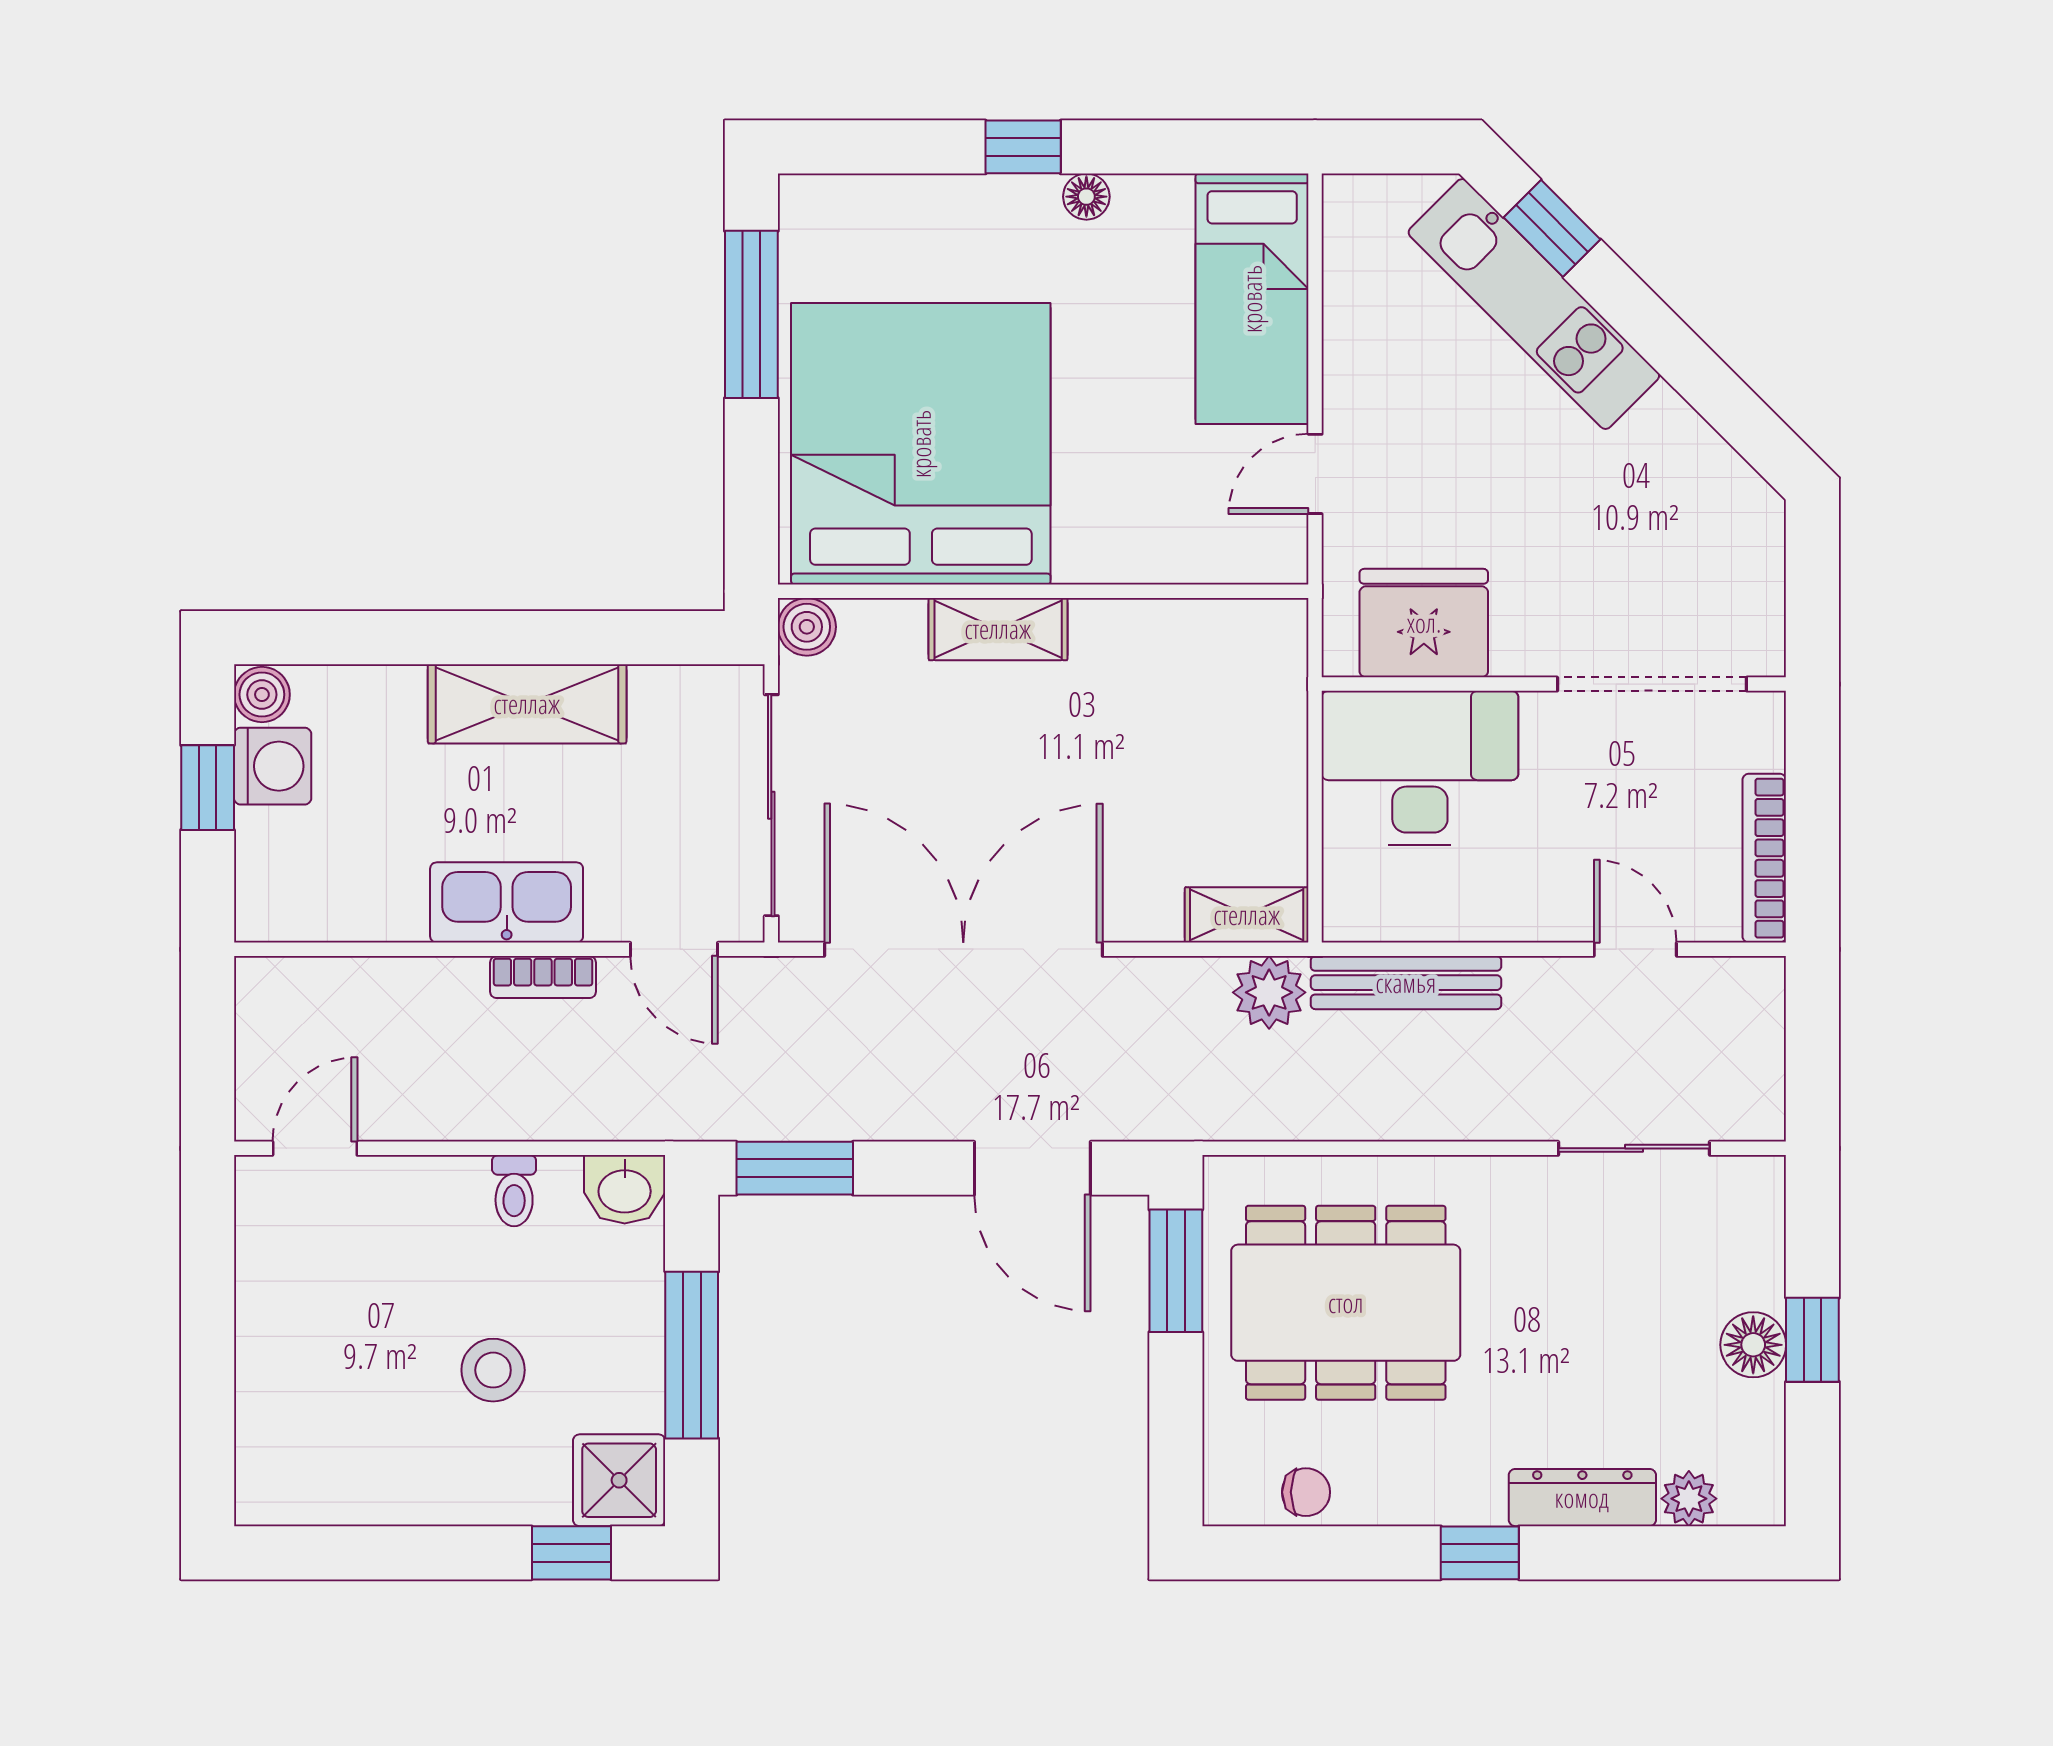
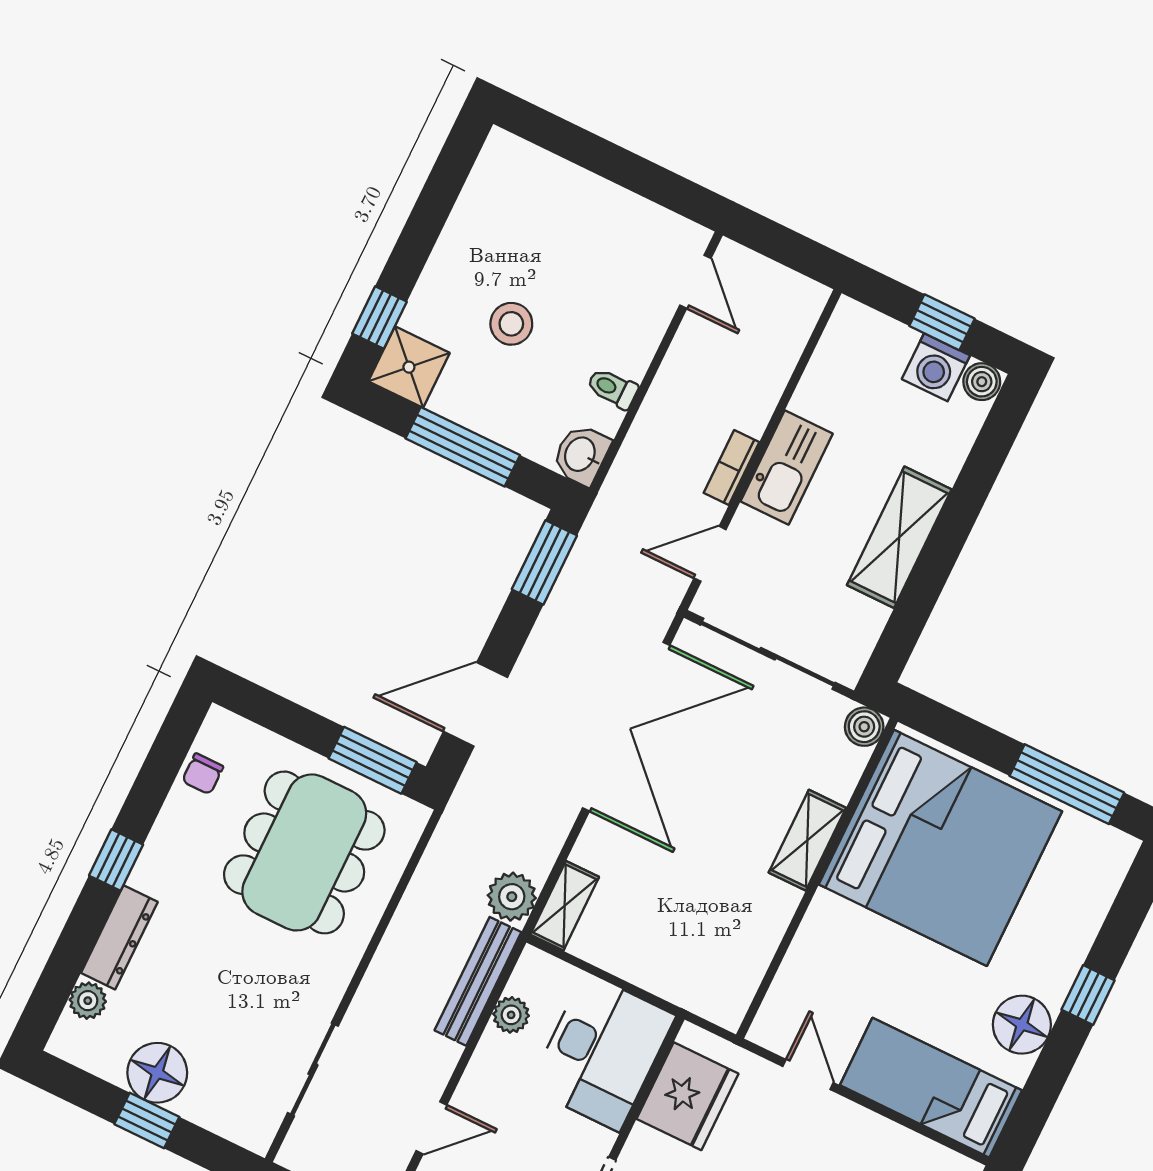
floor lamp: (1086, 197) -> (1022, 1025), width x1.89, depth x1.89
plant: (1430, 916) -> (511, 1015), added
floor lamp: (1753, 1345) -> (157, 1073), width x1.38, depth x1.38

